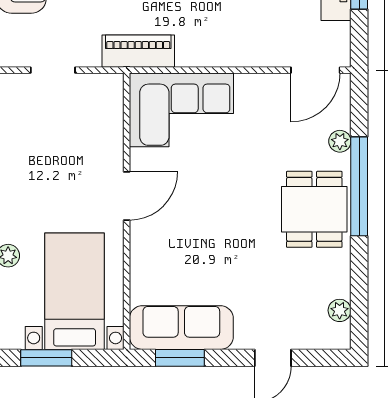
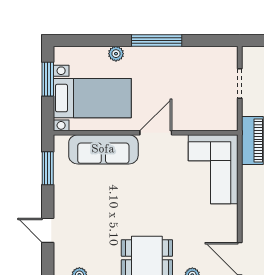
door: (127, 196) -> (156, 133), swing flipped
sofa: (181, 328) -> (103, 149), moved, turned 90

